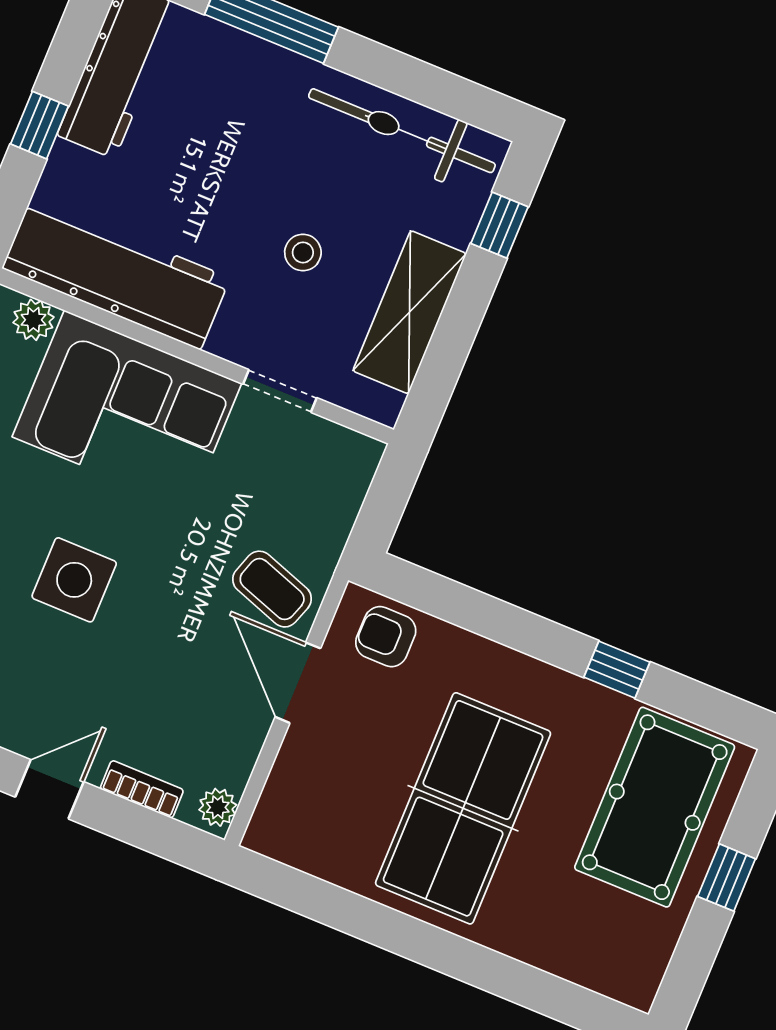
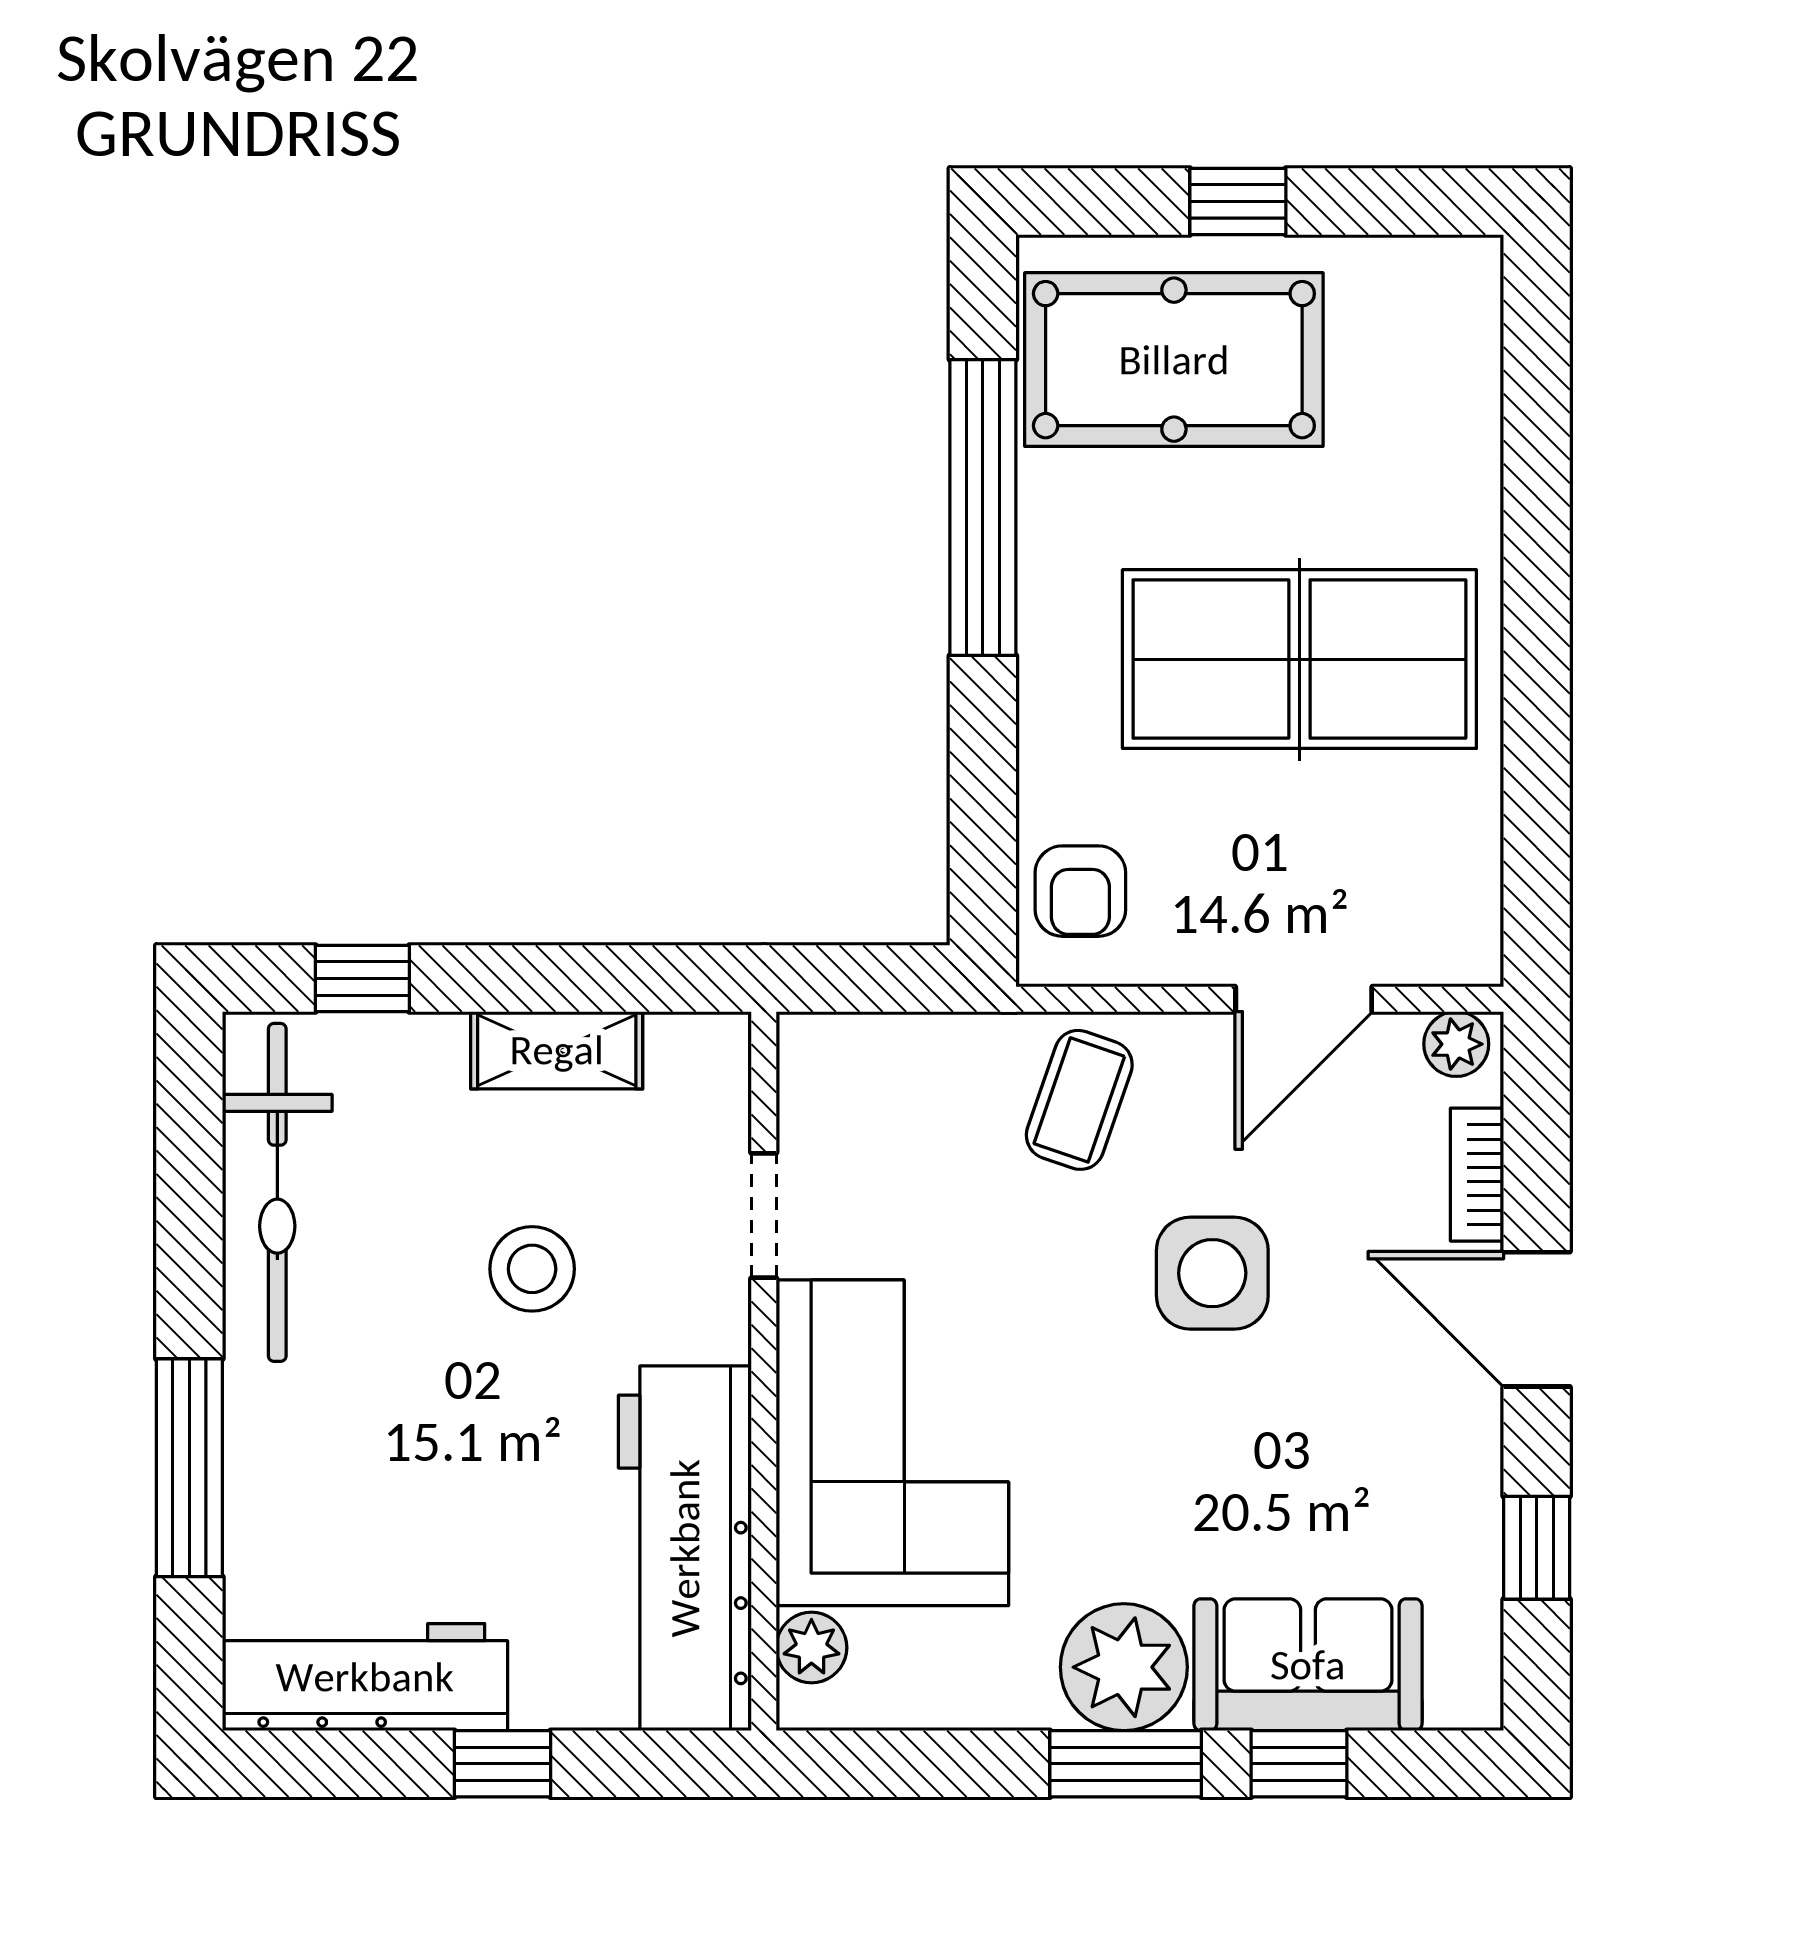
stool: (303, 253) -> (532, 1269), width x1.37, depth x1.37
shelving: (410, 312) -> (557, 1050), width x0.67, depth x0.75
side table: (74, 580) -> (1212, 1273), moved
window: (617, 670) -> (983, 508), width x3.17
door: (298, 683) -> (1304, 999), moved
door: (50, 789) -> (1537, 1319), width x1.38

